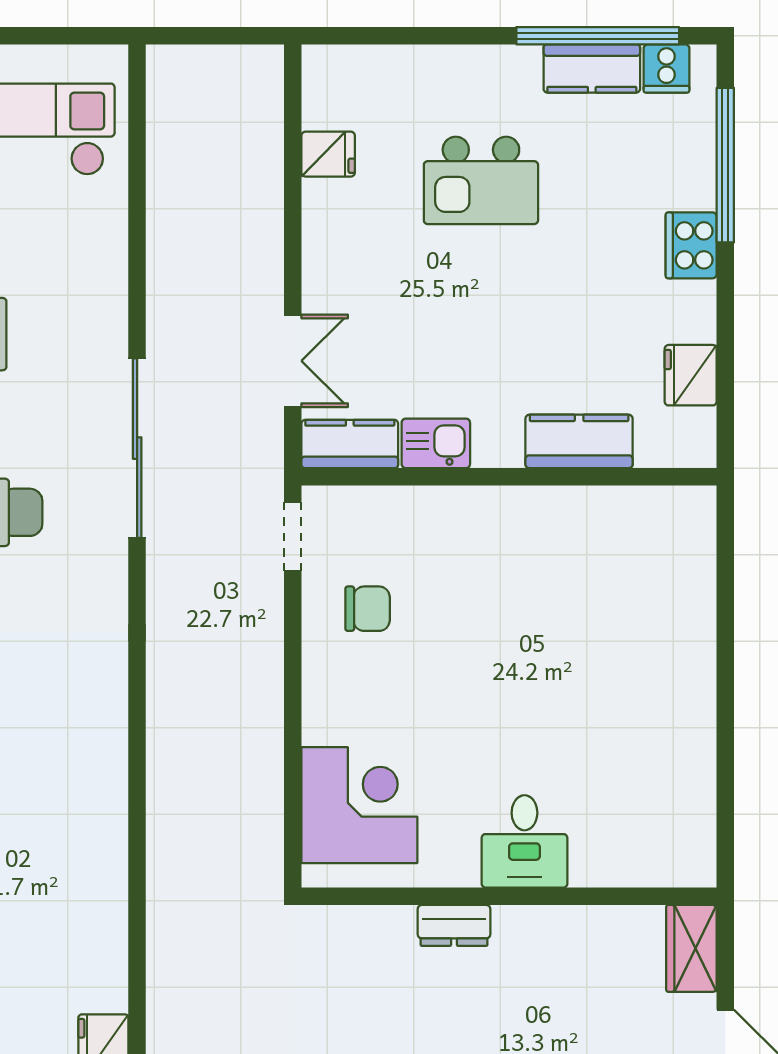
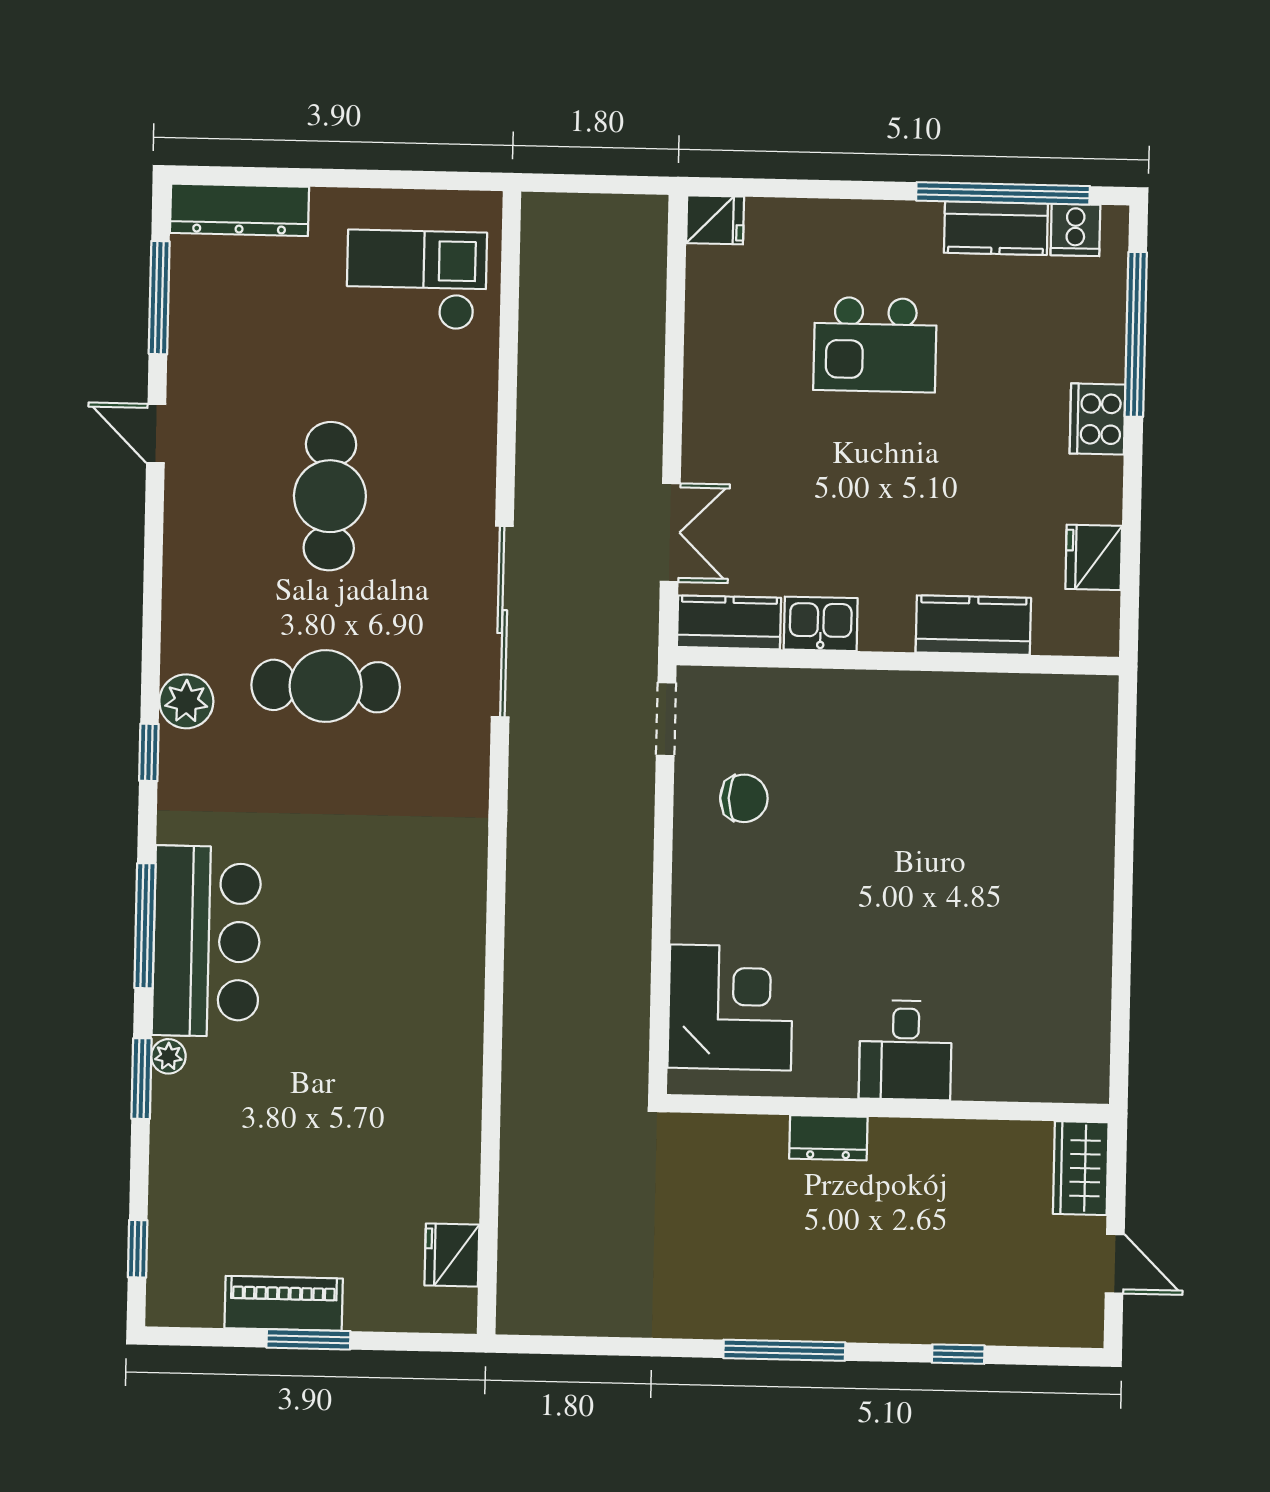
fridge: (328, 154) -> (715, 220), moved

